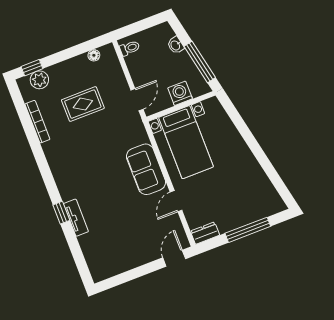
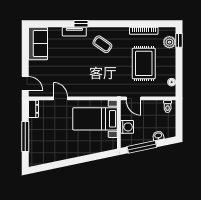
rug: (83, 104) -> (144, 63), width x1.36, depth x1.43
sofa: (146, 169) -> (38, 44), moved, turned 90
coffee table: (78, 172) -> (102, 44), added

